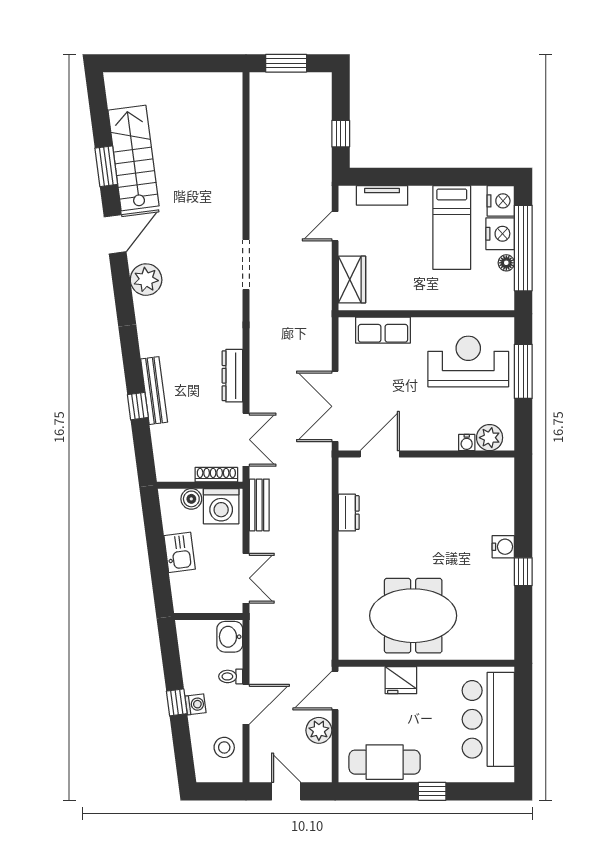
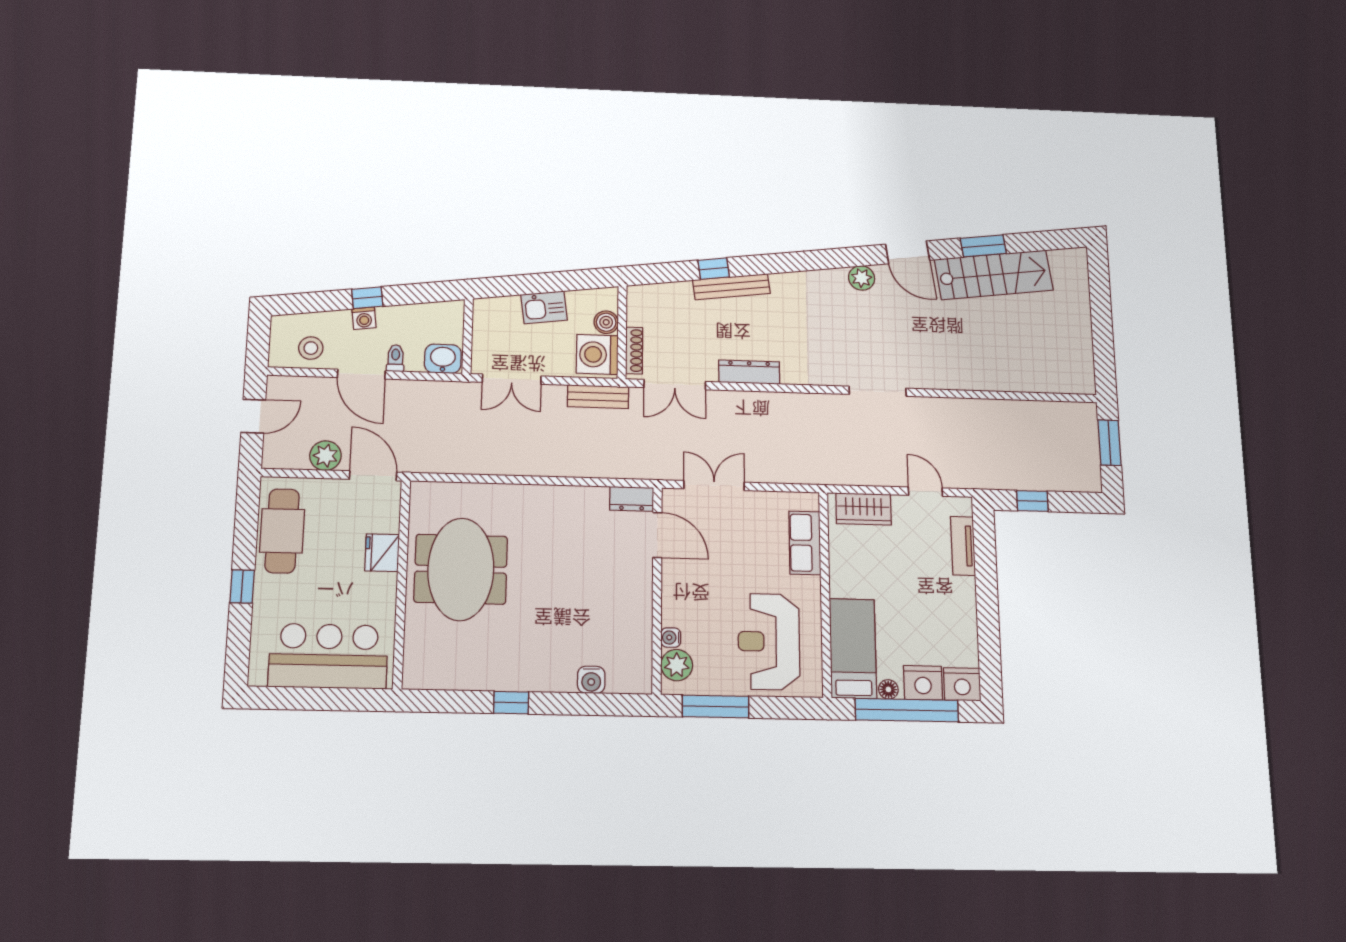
bed: (452, 228) -> (853, 648), moved, turned 90
plant: (146, 280) -> (862, 278), width x0.73, depth x0.73
reception desk: (468, 361) -> (769, 642), turned 180
window: (523, 371) -> (716, 707), moved
double door: (335, 406) -> (714, 486), width x0.73
dresser: (349, 513) -> (632, 499), moved
water cooler: (503, 547) -> (591, 680), moved

